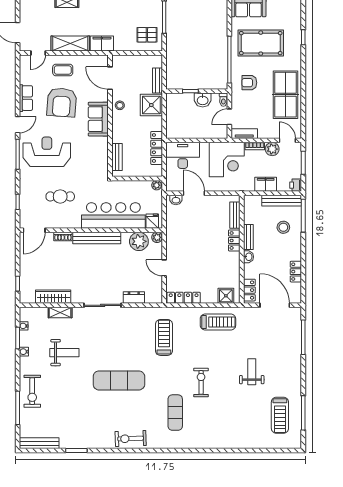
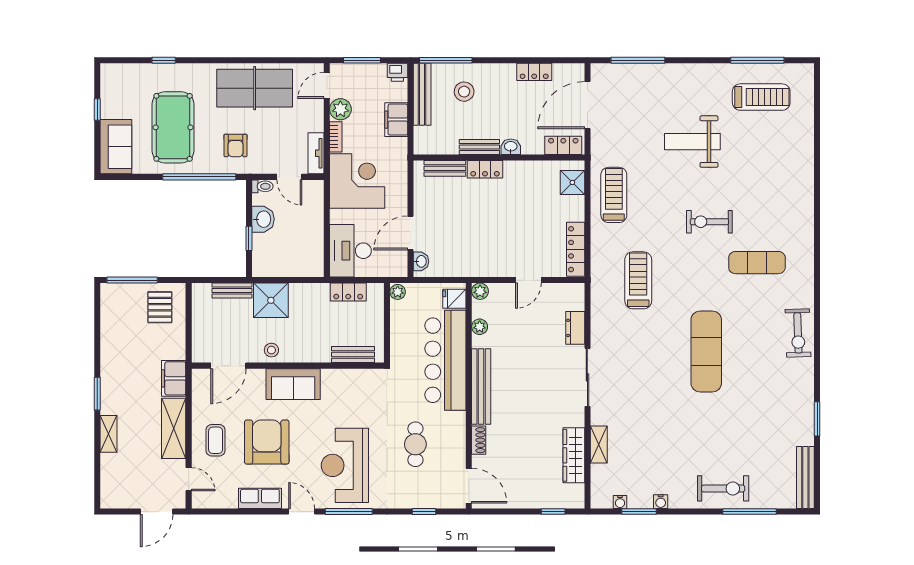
armchair: (62, 102) -> (267, 442), turned -94
locker: (157, 148) -> (348, 292), width x0.66
plant: (139, 241) -> (480, 327), width x0.53, depth x0.53
treadmill: (164, 337) -> (638, 280), turned 90
weight bench: (64, 353) -> (662, 438), removed
weight bench: (252, 372) -> (692, 142), width x1.36, depth x1.33

